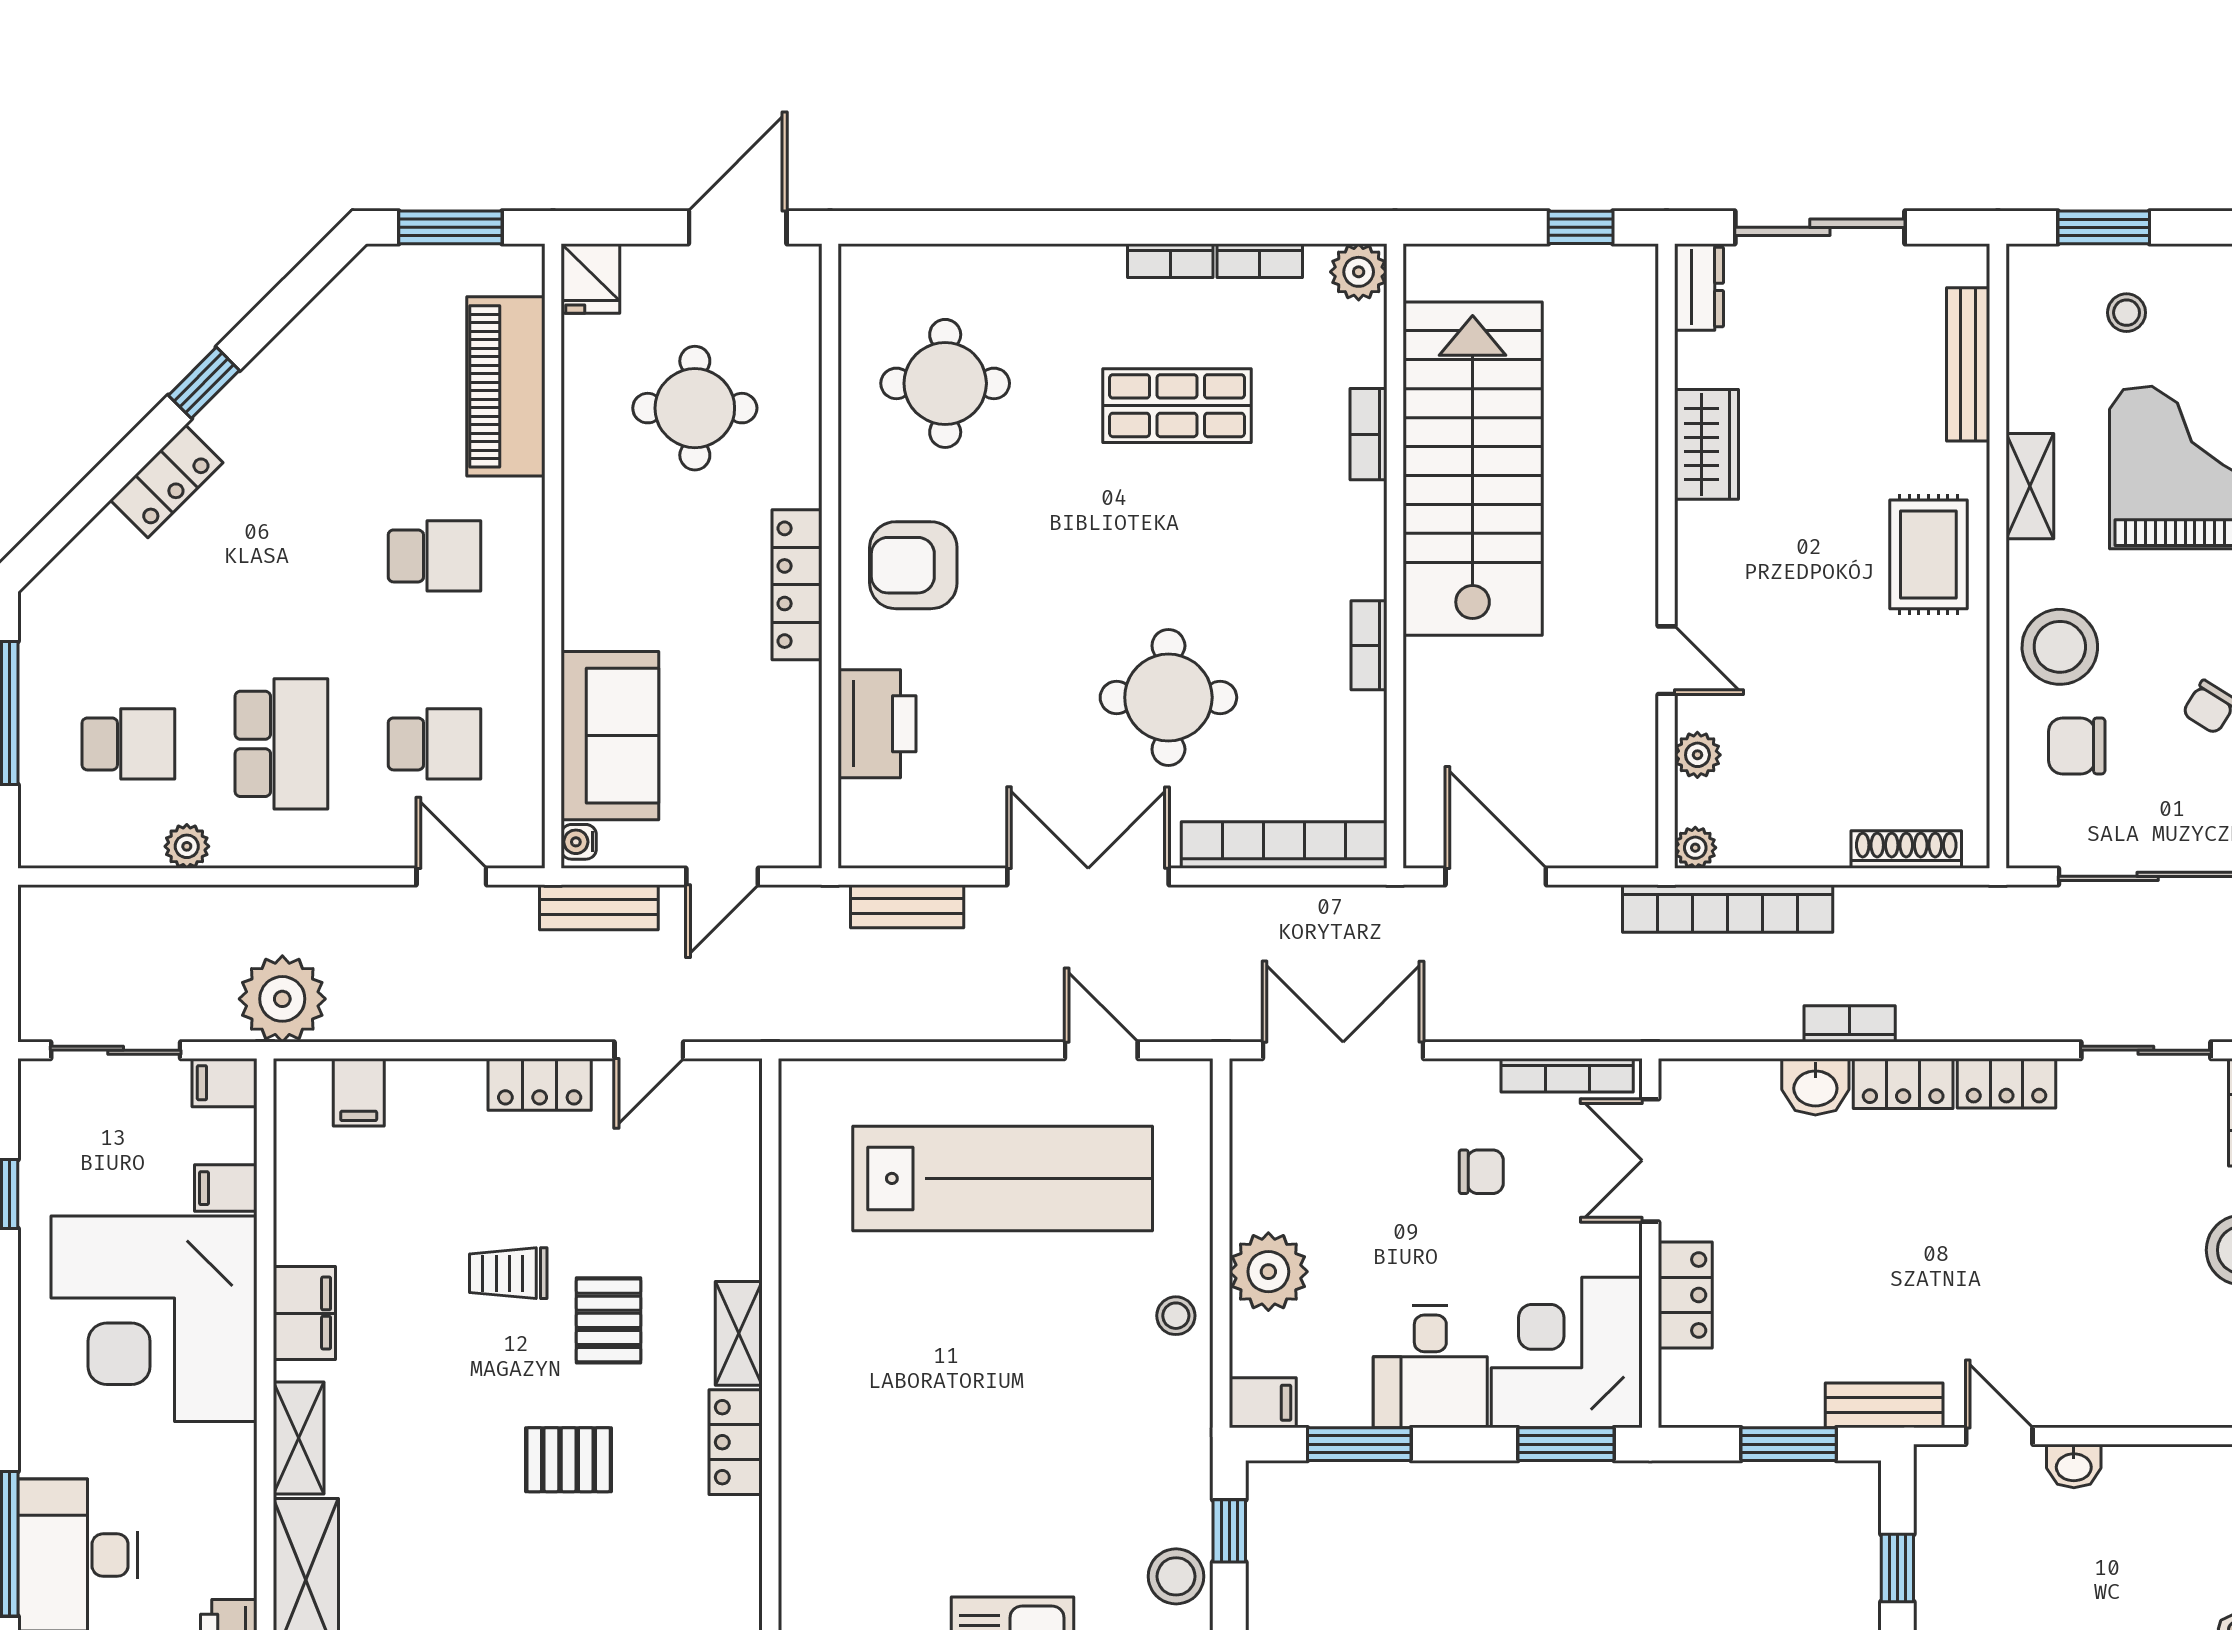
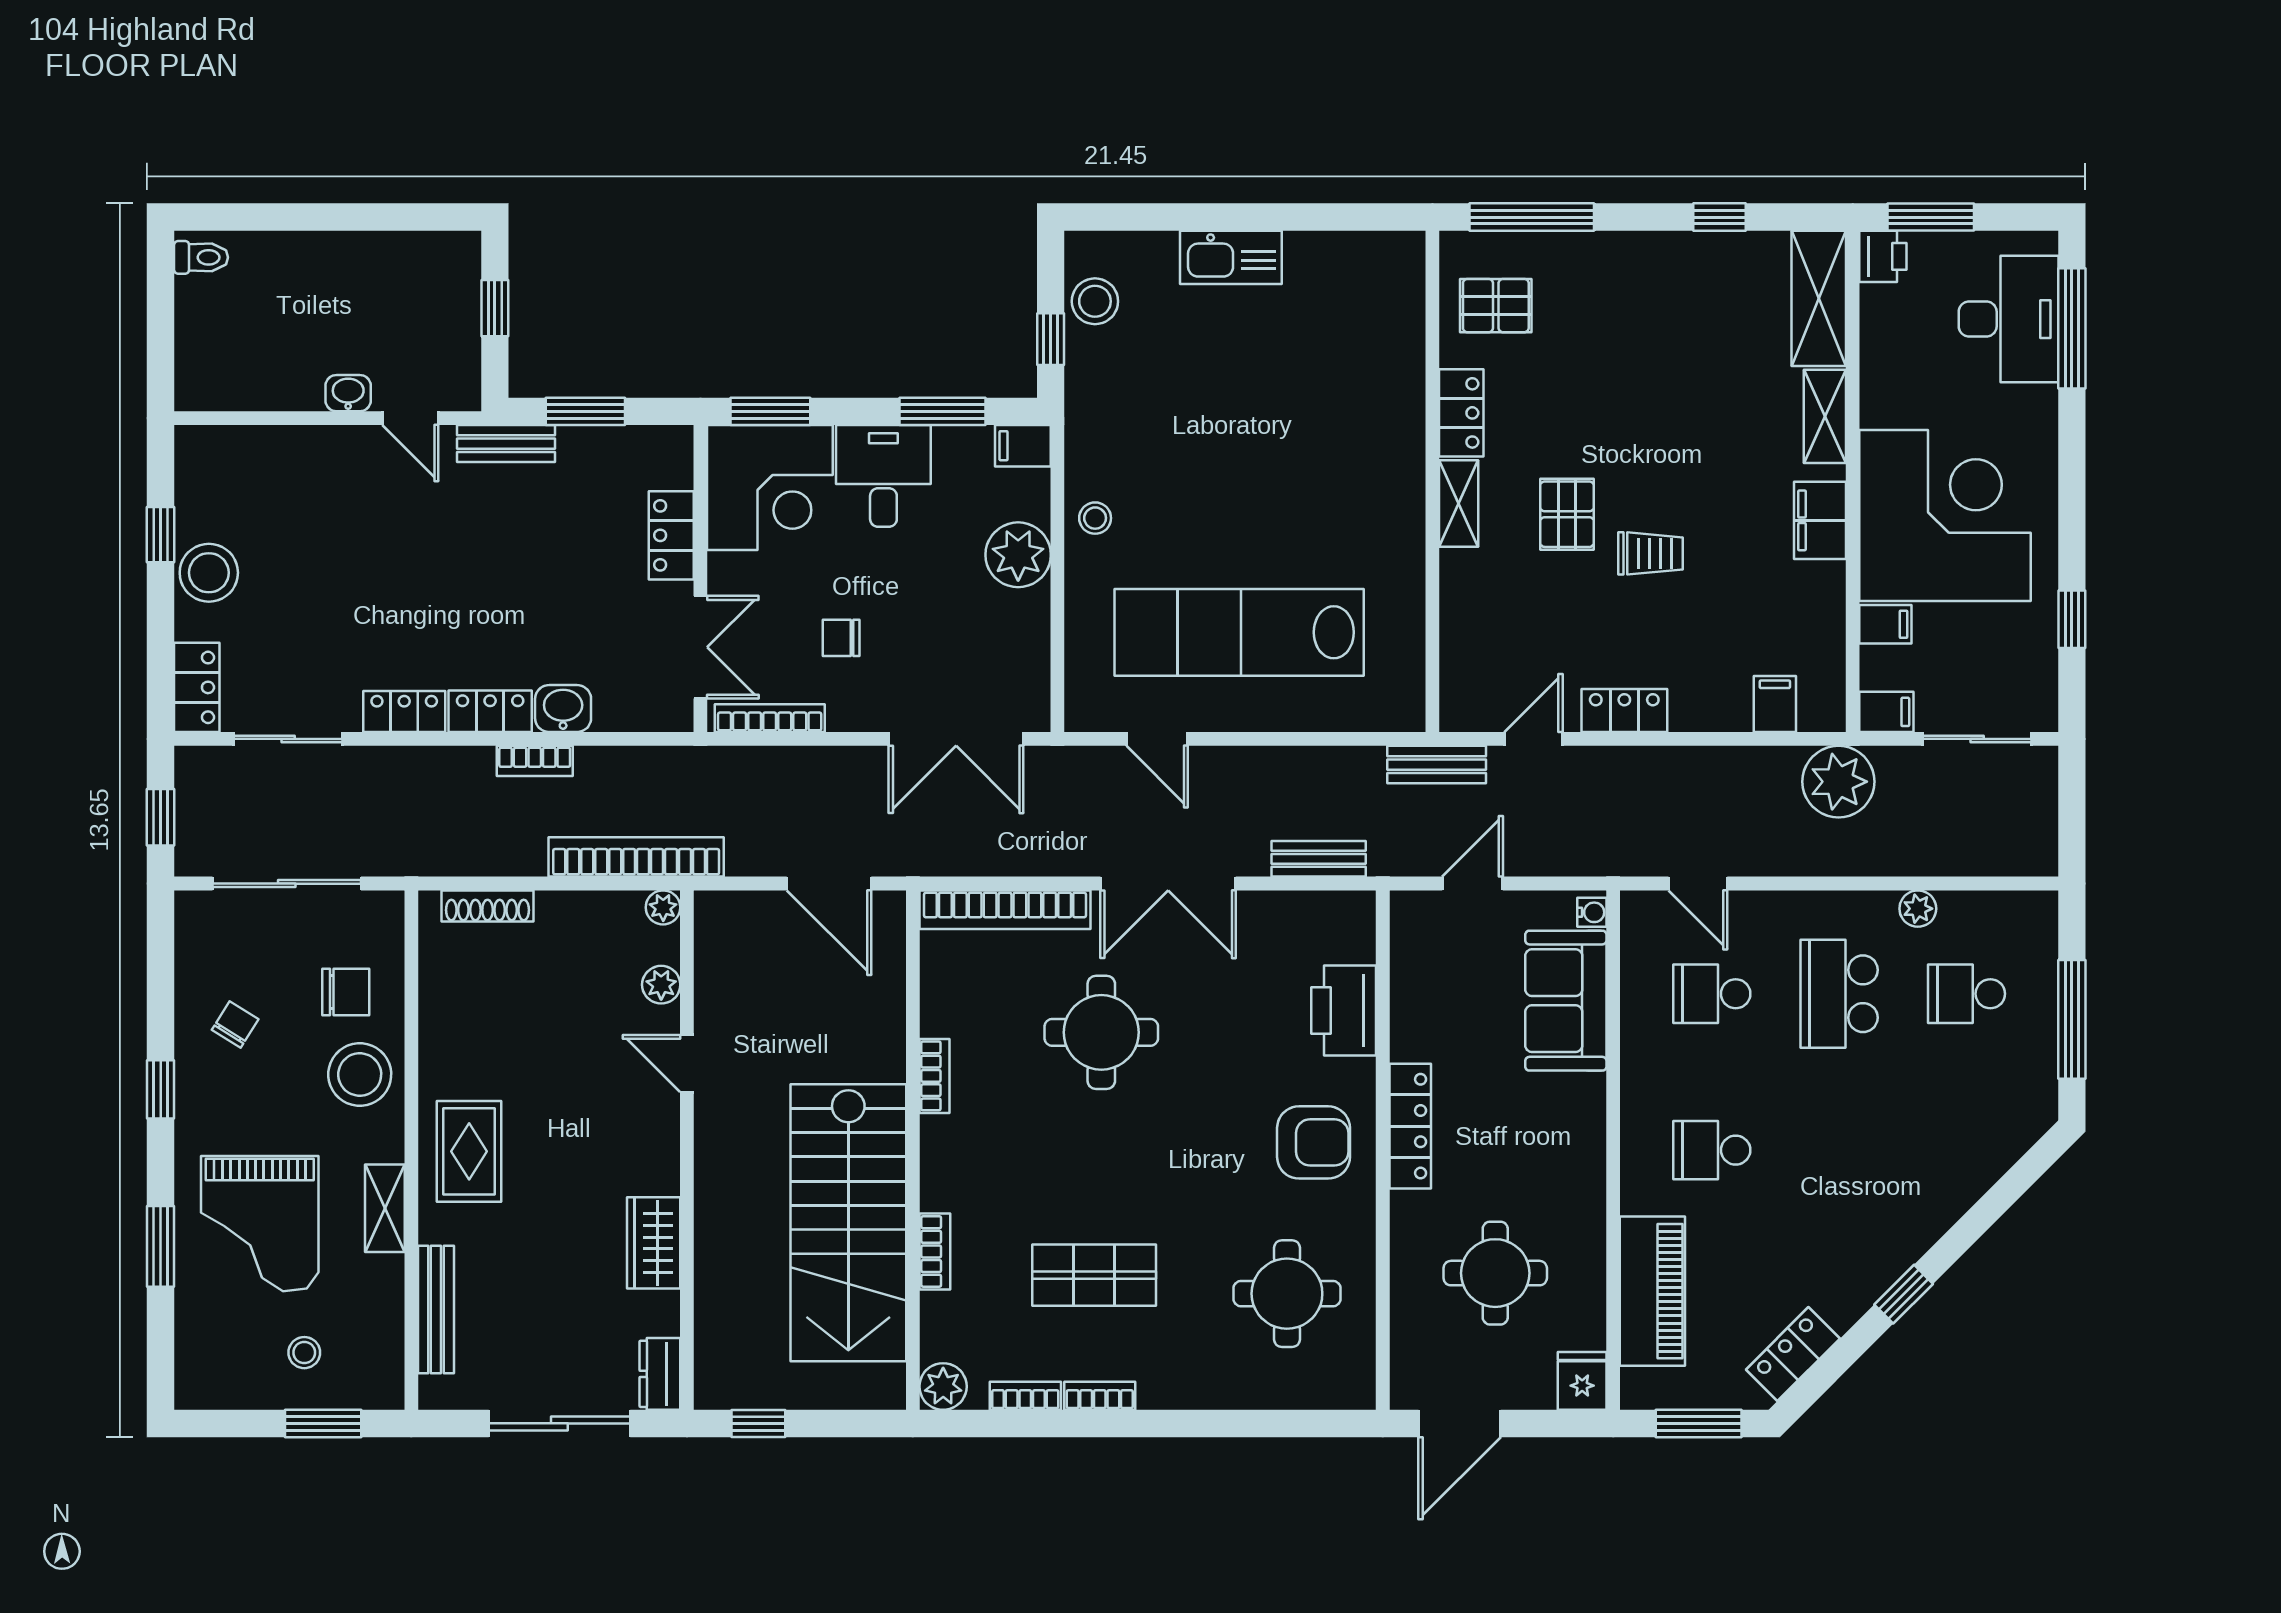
locker: (166, 481) -> (1793, 1354), moved
bench: (599, 907) -> (1437, 765), moved
pallet: (569, 1460) -> (1496, 306), moved

